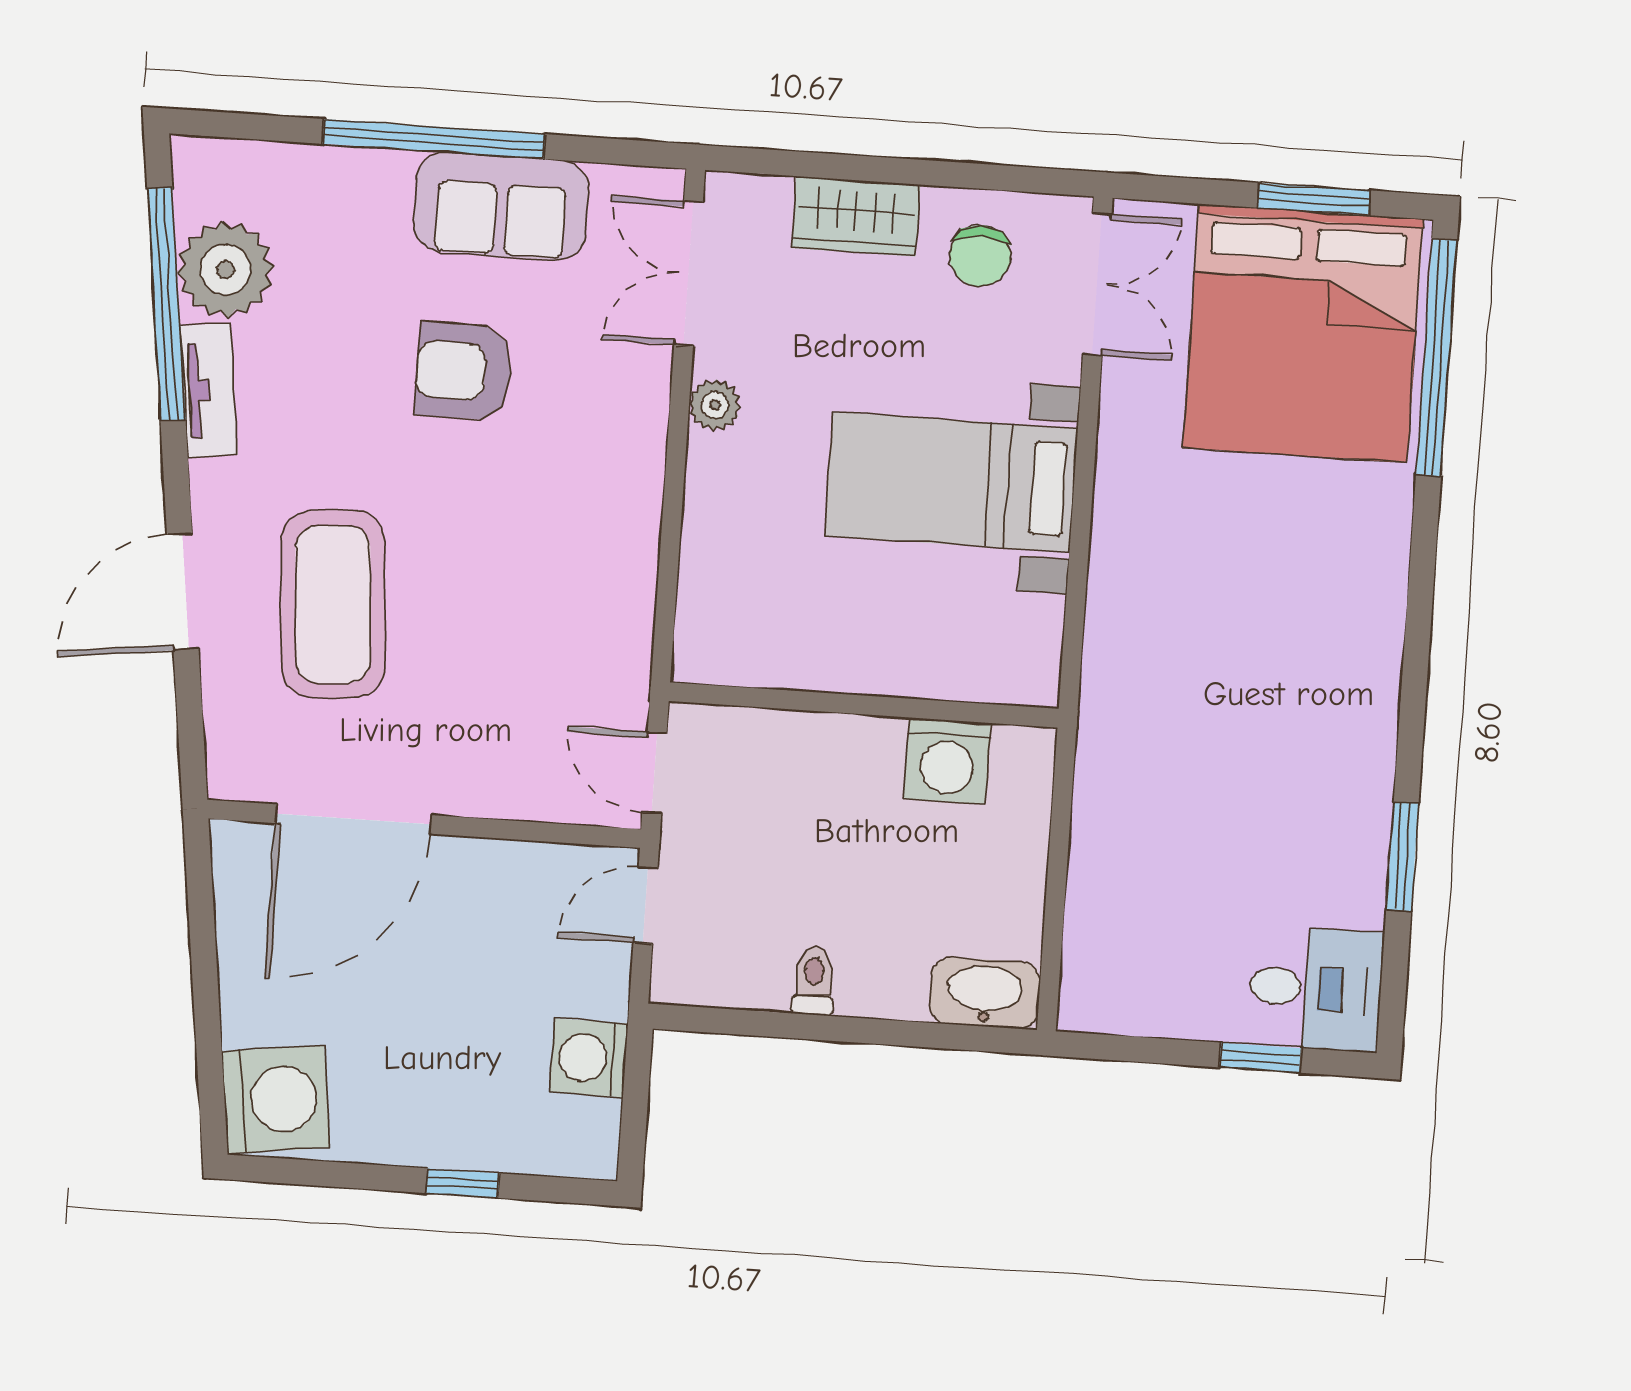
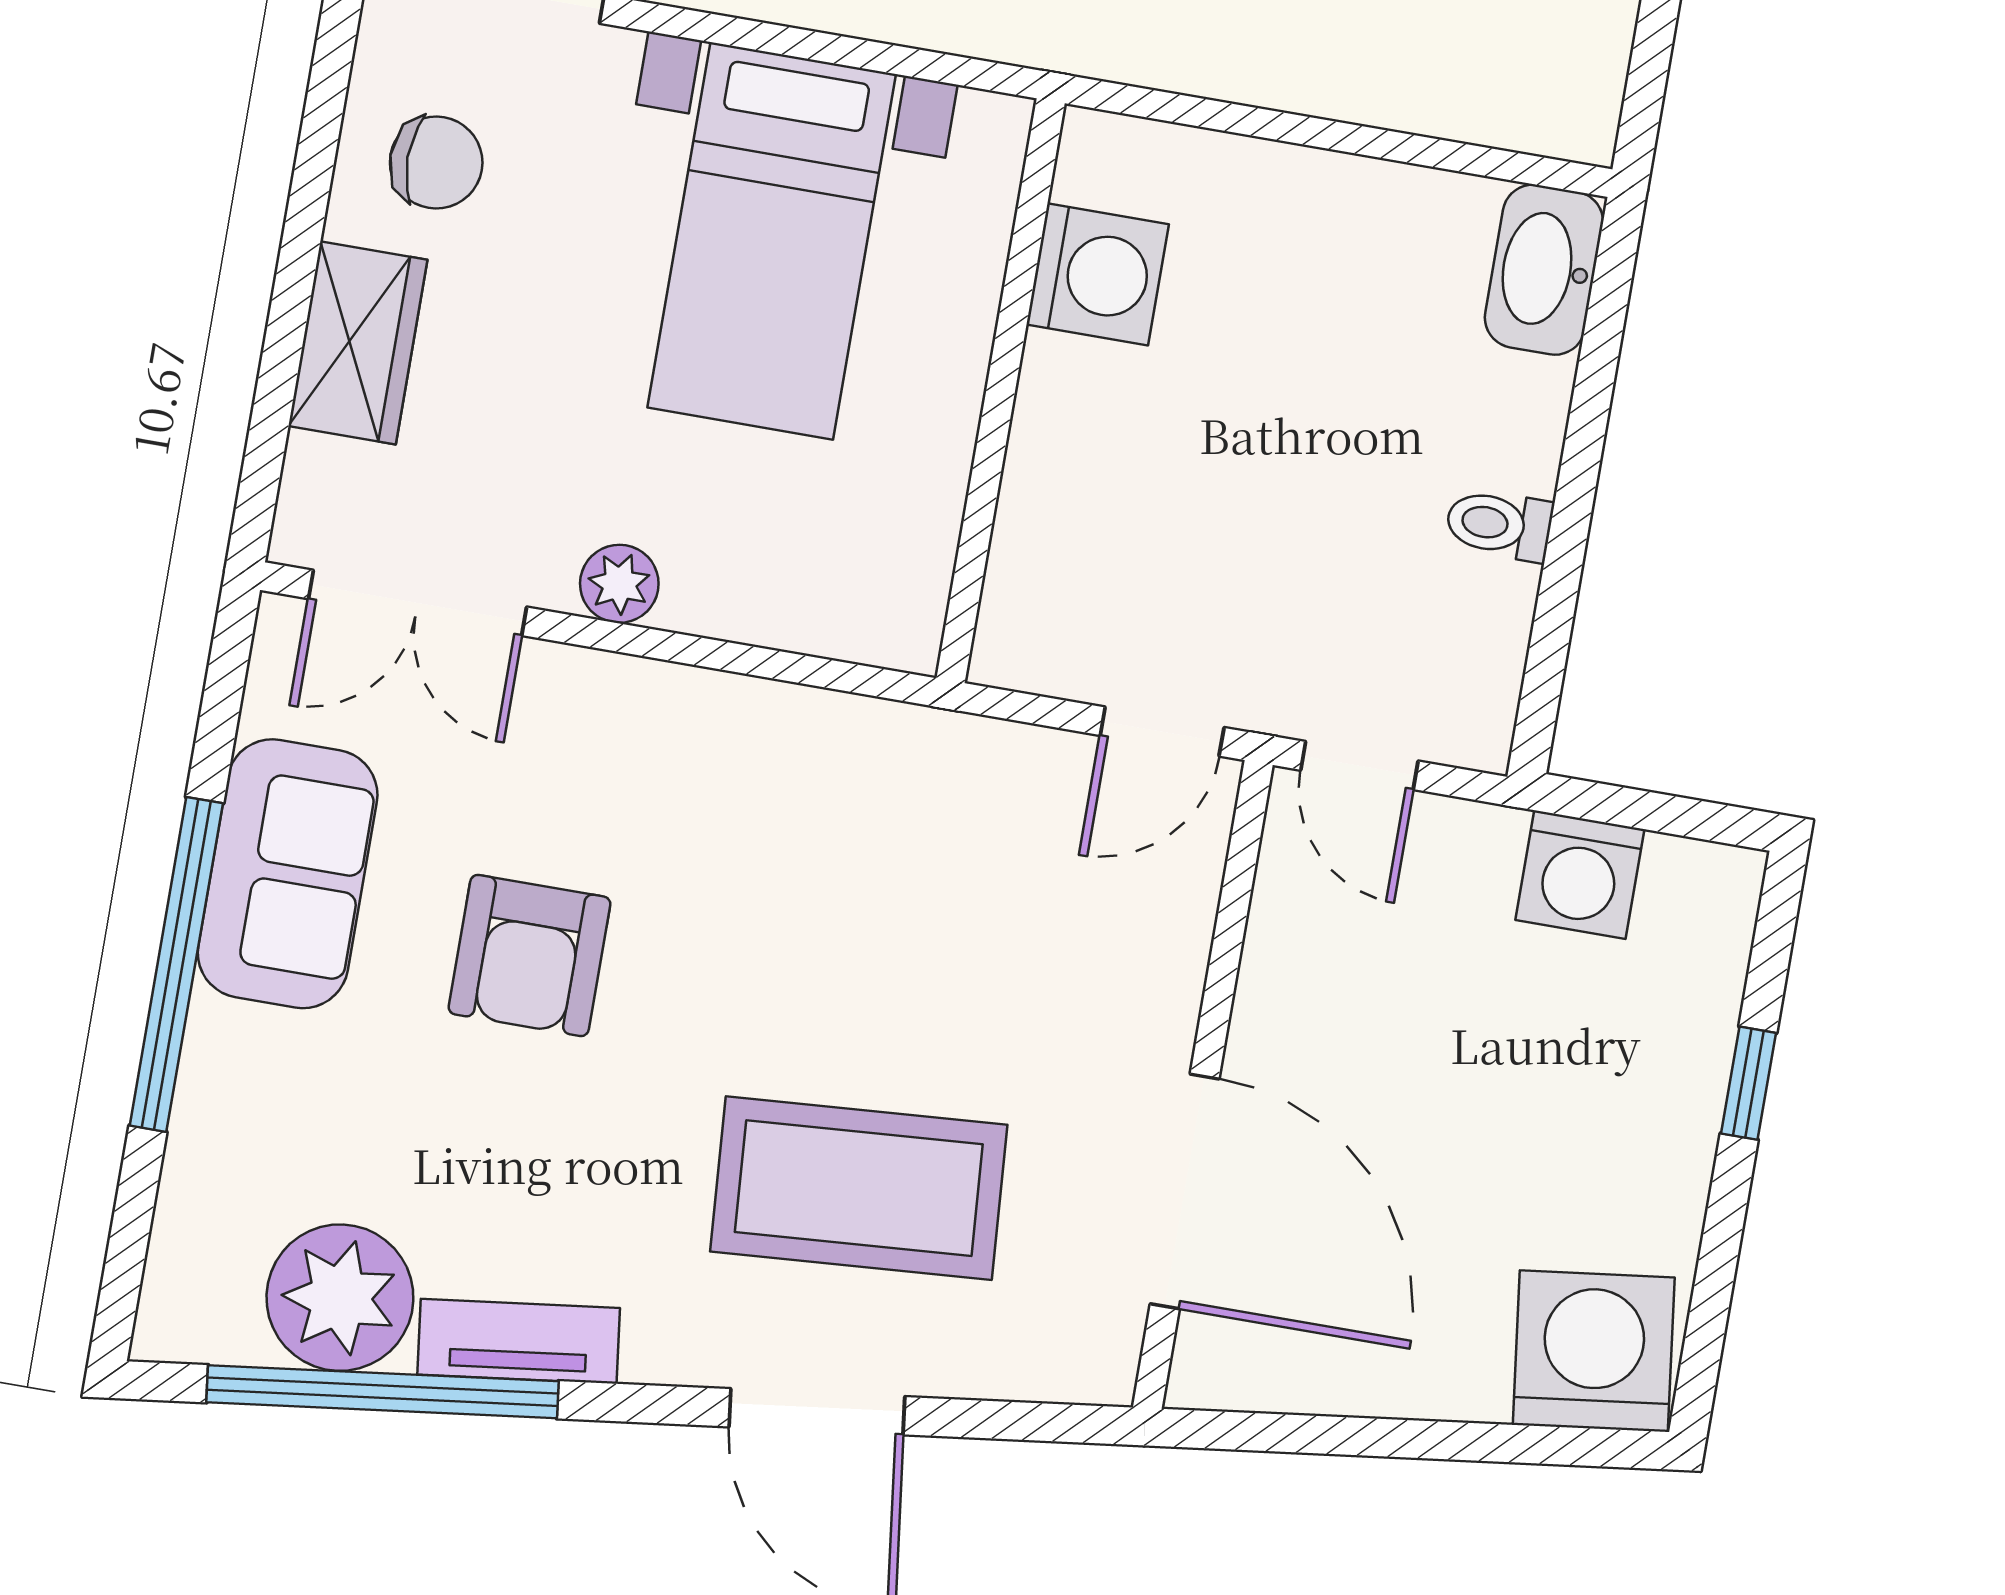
wall: (864, 705) -> (1001, 391), moved
washing machine: (947, 761) -> (1098, 274), moved

